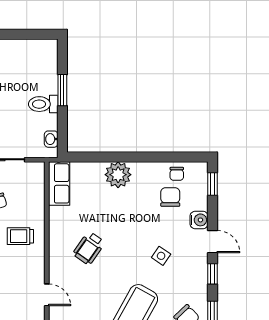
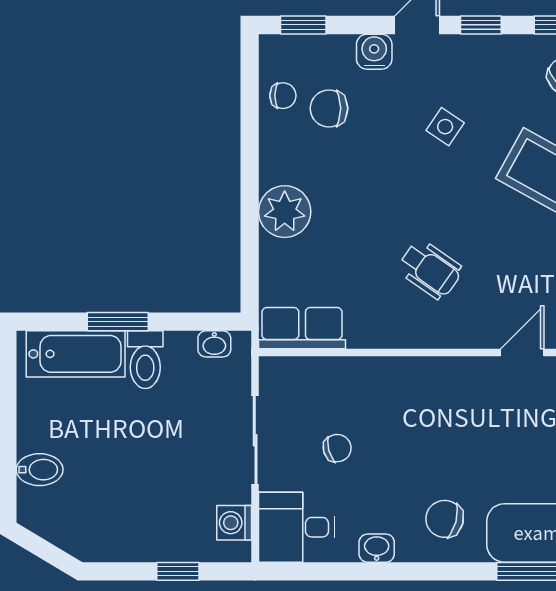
bathtub: (46, 69) -> (76, 354), added
trolley: (20, 236) -> (406, 405), removed

